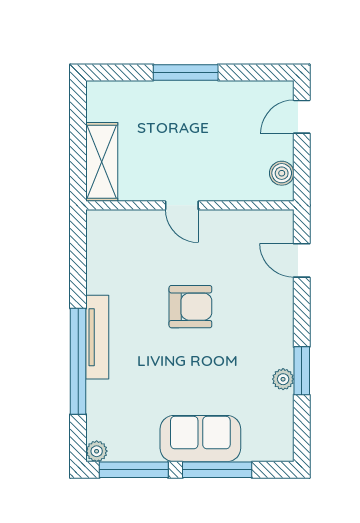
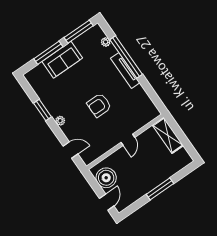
boiler: (282, 173) -> (106, 178), width x1.86, depth x1.86
door: (182, 205) -> (128, 140), swing flipped
plant: (283, 379) -> (60, 121), moved
plant: (97, 451) -> (106, 42), moved

